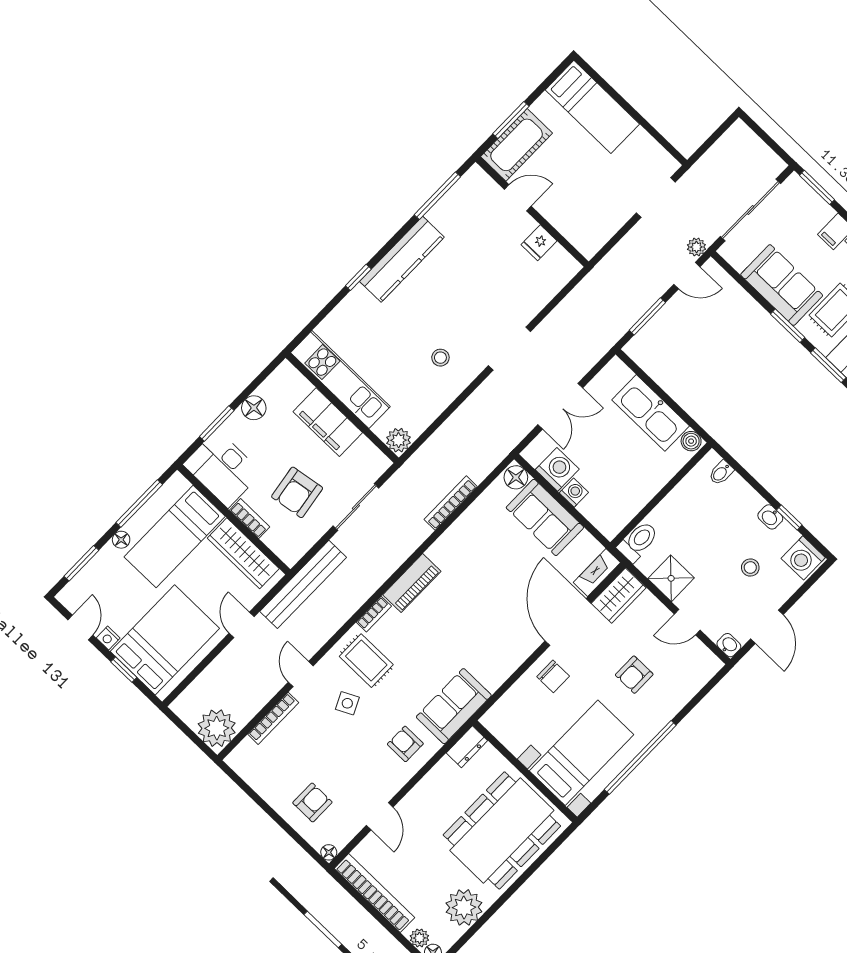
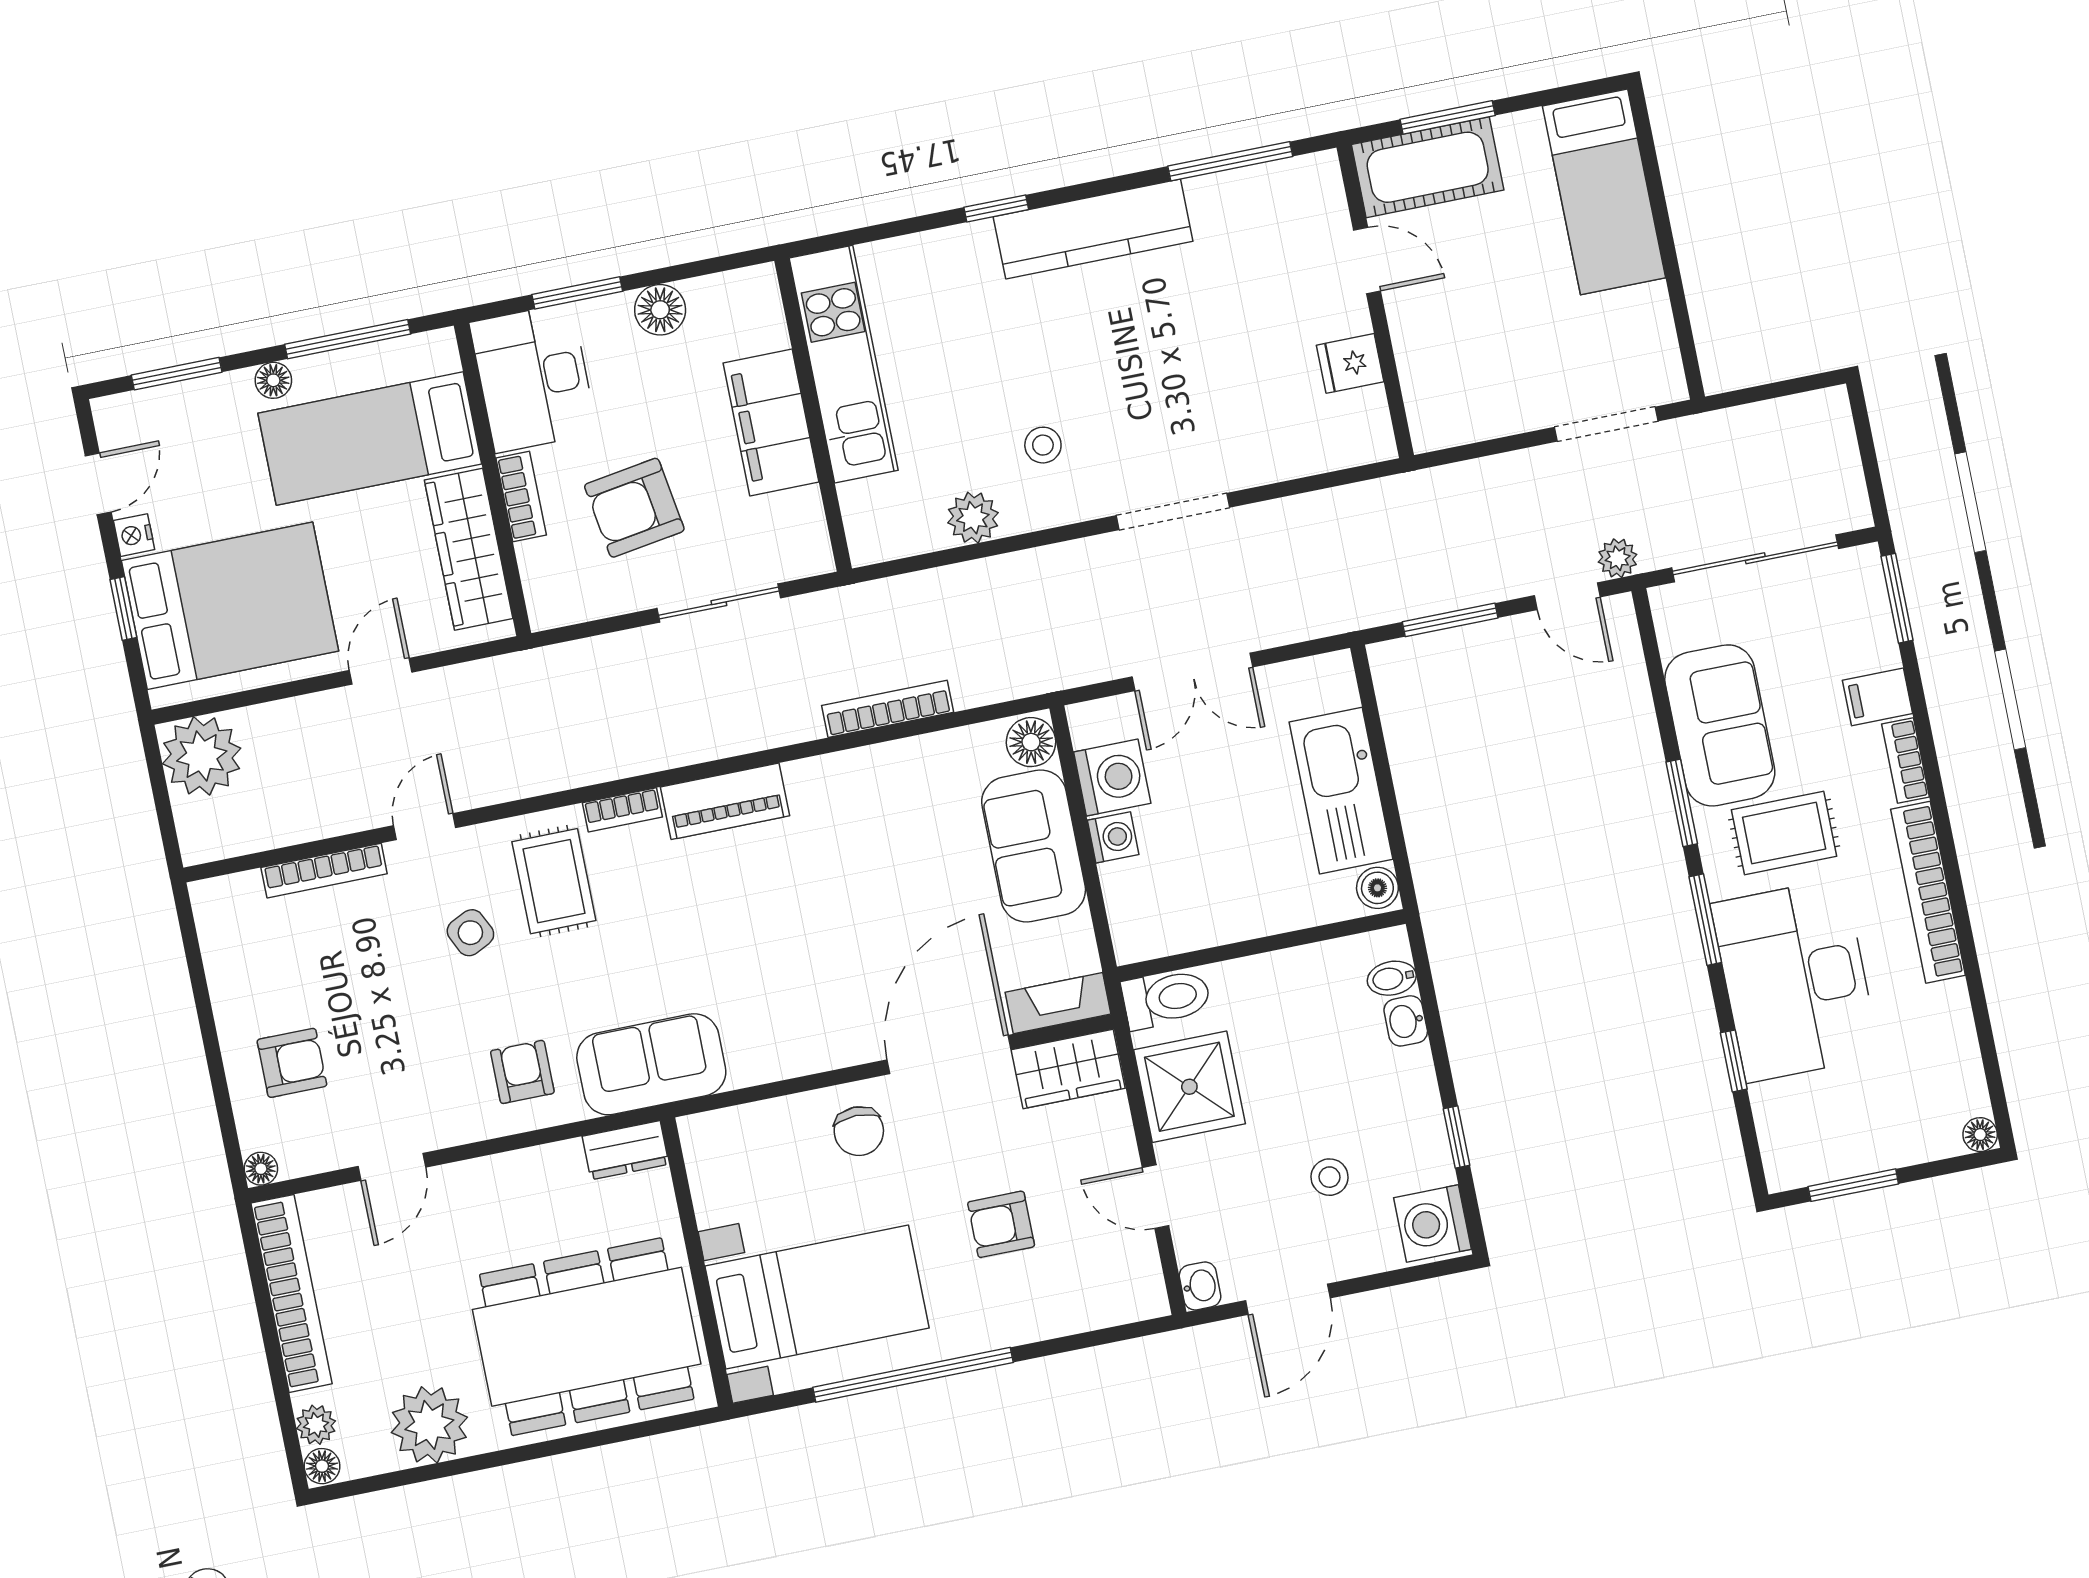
plant: (399, 440) -> (973, 518), moved
washbasin: (770, 517) -> (1406, 1021), moved
shower: (671, 578) -> (1189, 1087), width x1.36, depth x1.36
bench: (303, 584) -> (535, 674), removed
plant: (217, 728) -> (202, 756), moved

